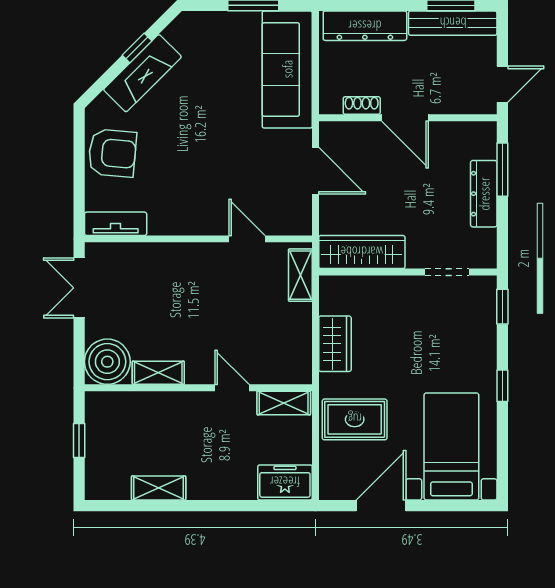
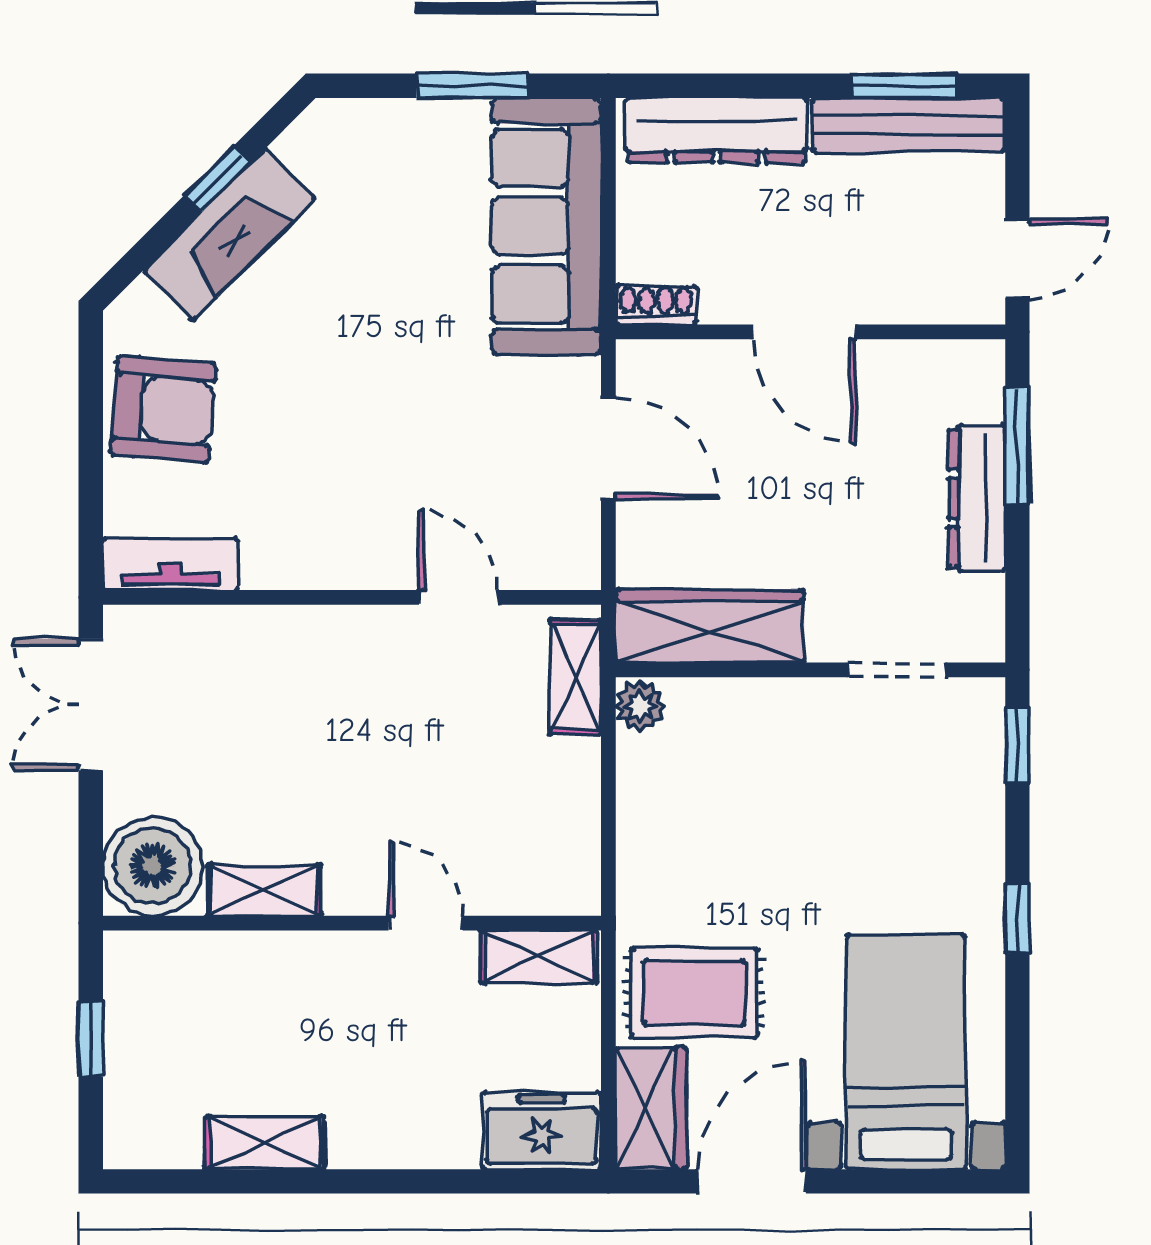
shoe rack: (362, 105) -> (656, 305), moved
plant: (330, 289) -> (640, 706), added
wardrobe: (335, 344) -> (651, 1108), moved

